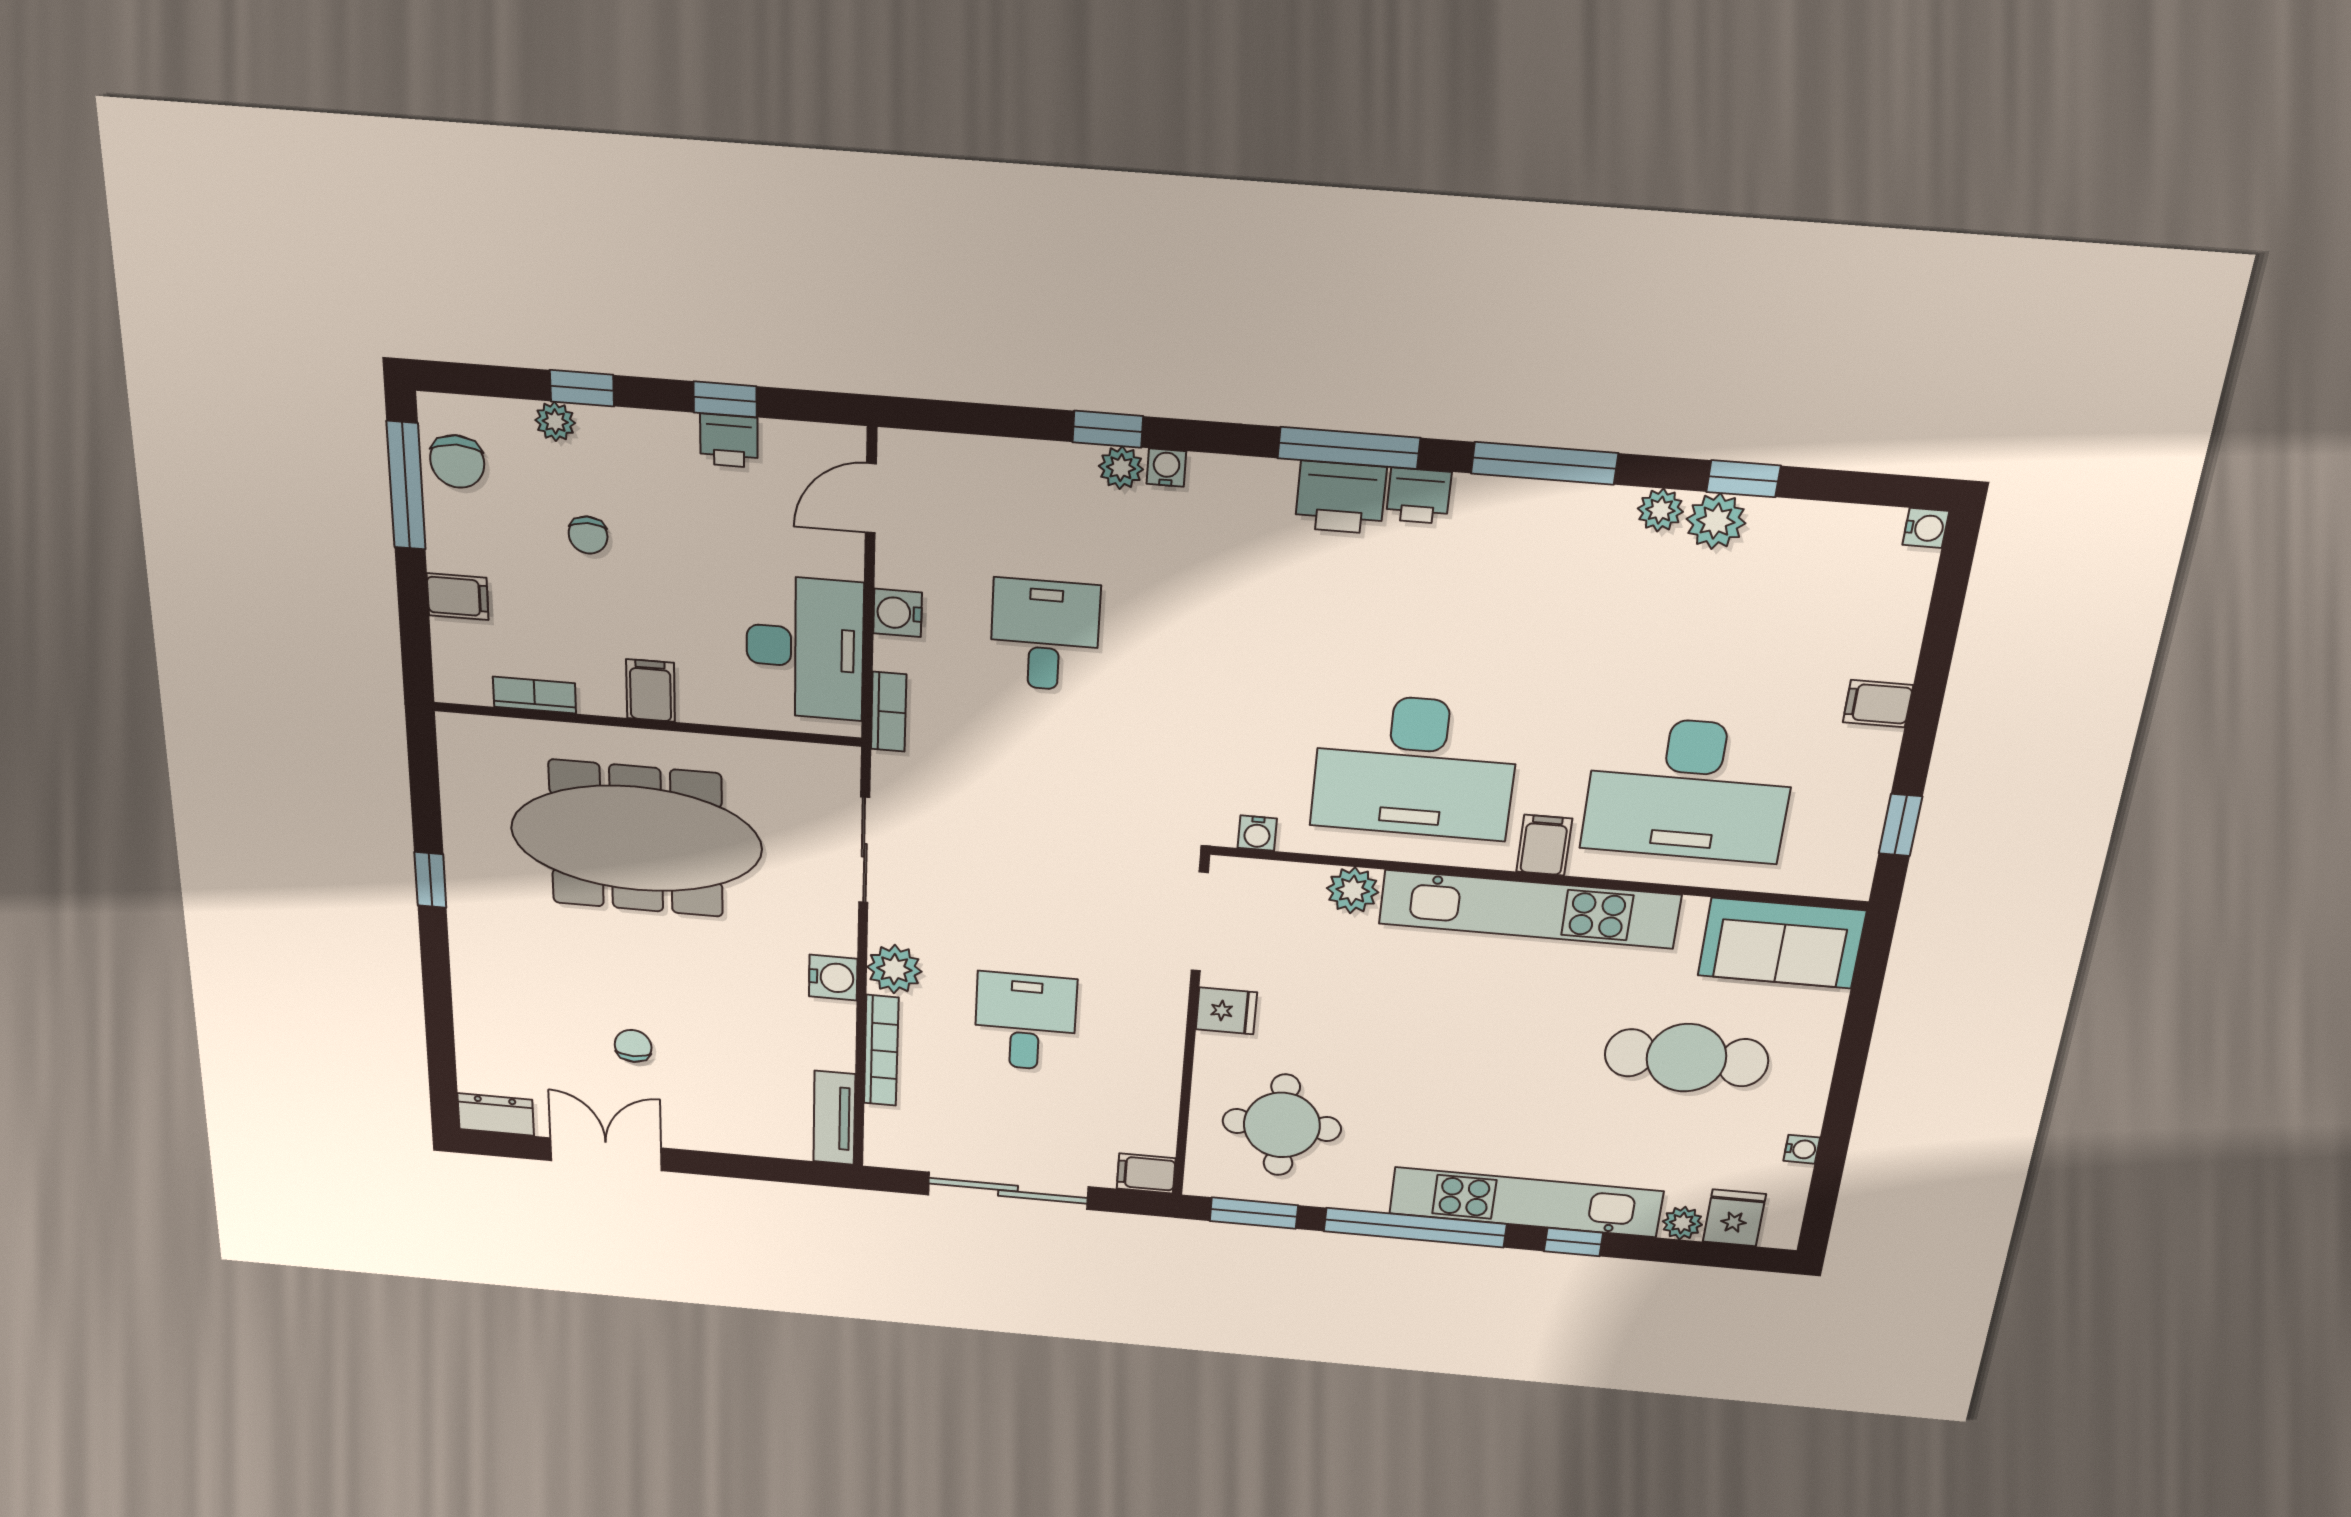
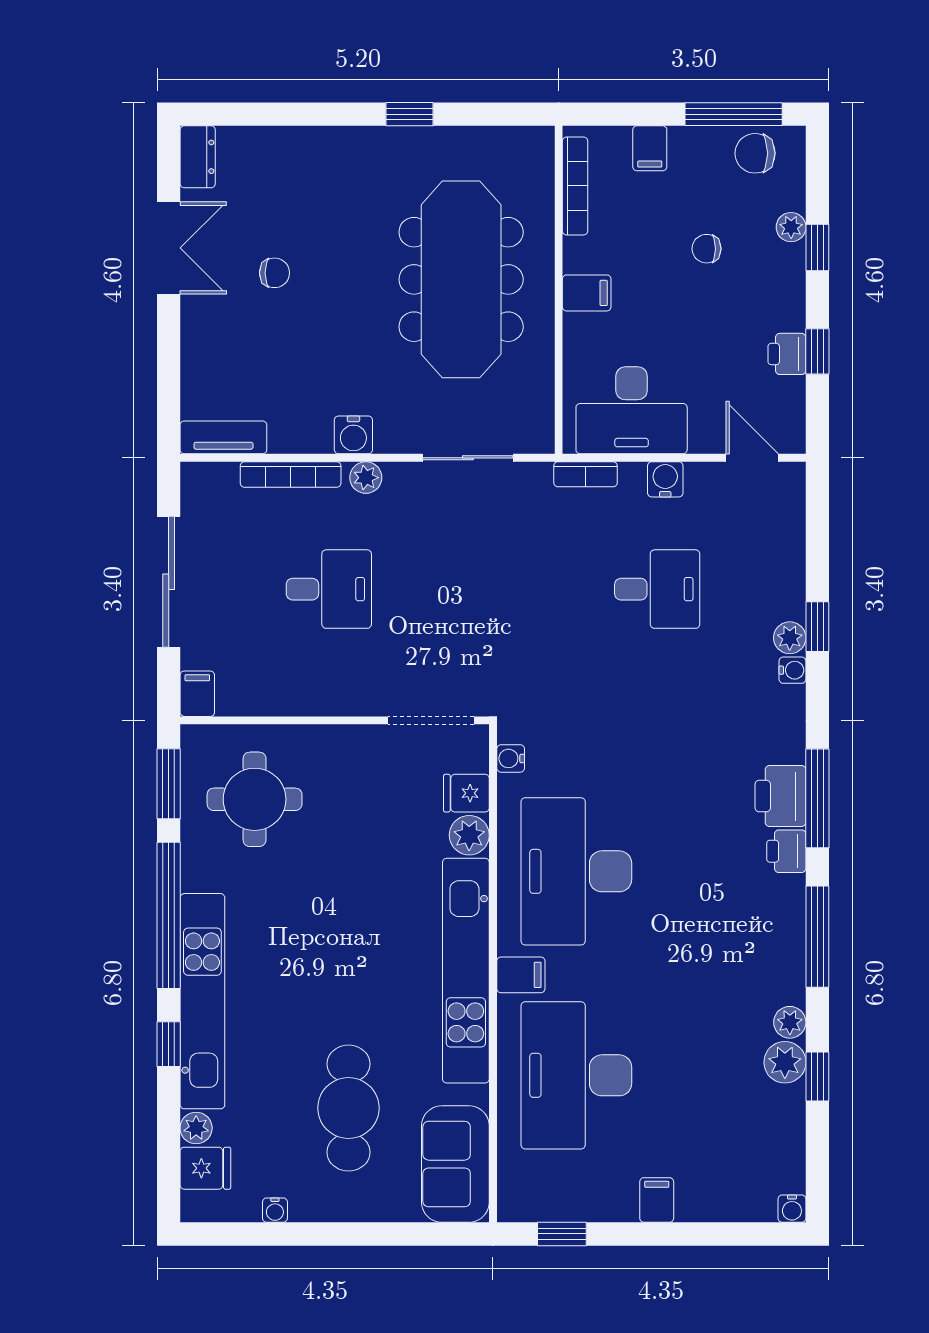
bookcase: (535, 695) -> (575, 186), width x1.56
plant: (894, 969) -> (366, 478), width x0.73, depth x0.73
fridge: (1226, 1011) -> (466, 793), moved, turned 90

